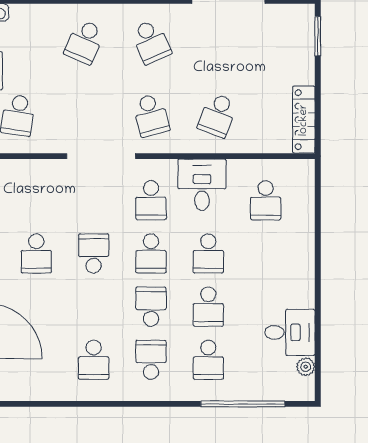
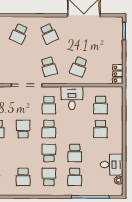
locker: (304, 120) -> (118, 74), width x0.66
school desk: (208, 253) -> (101, 129), moved

